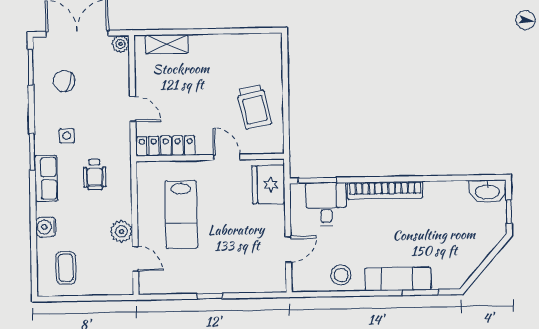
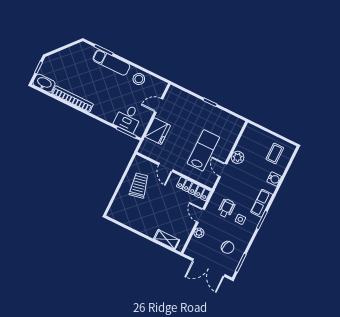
plant: (121, 44) -> (199, 233), moved
wheelchair: (95, 175) -> (226, 208), moved
fridge: (268, 185) -> (158, 131), moved
bookcase: (385, 190) -> (72, 99), moved
door: (135, 259) -> (223, 170), moved

